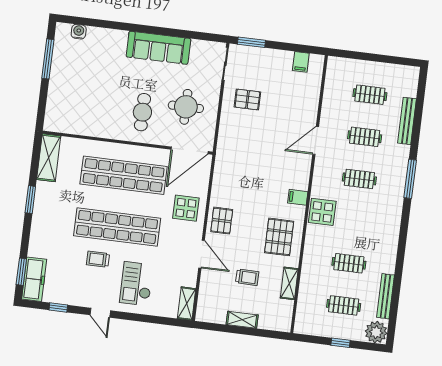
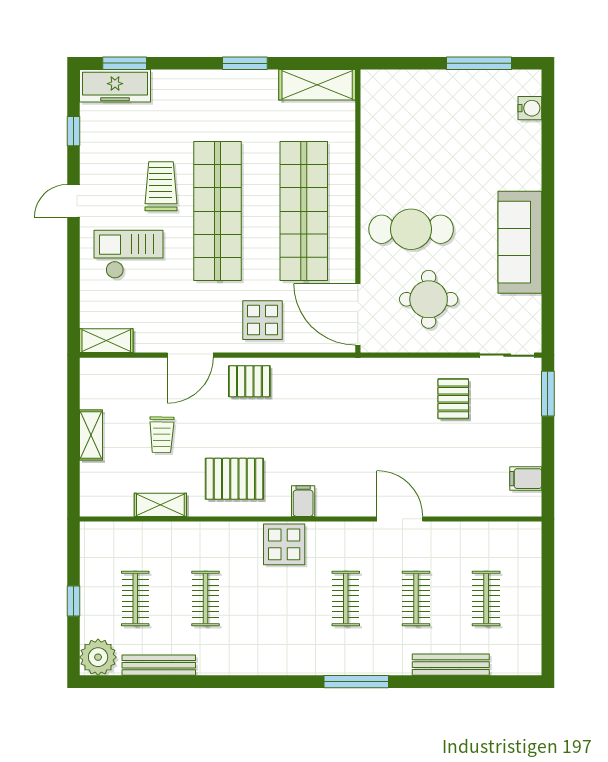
cafe table: (142, 112) -> (411, 229), width x1.37, depth x1.35
trolley: (98, 259) -> (161, 186), width x1.36, depth x1.39

